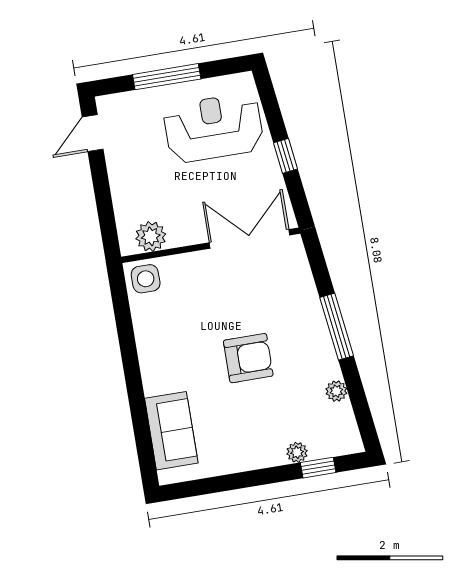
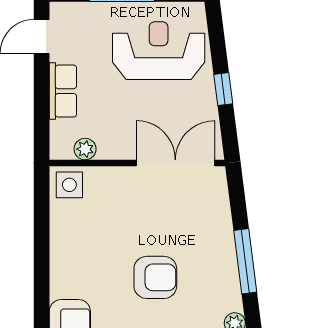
row of seats: (123, 185) -> (63, 91), added
plant: (151, 236) -> (85, 149), width x0.73, depth x0.73

